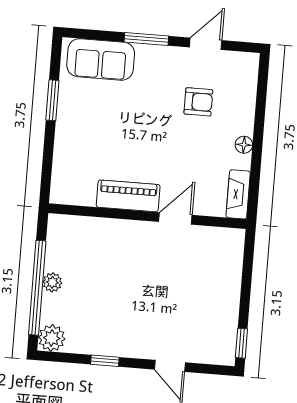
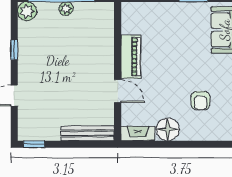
floor lamp: (244, 145) -> (168, 129), width x1.89, depth x1.89
bench: (232, 266) -> (88, 133), added

